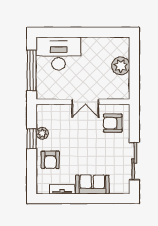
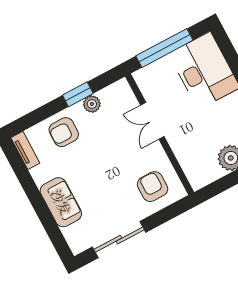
double door: (85, 102) -> (152, 121), moved
tv unit: (62, 189) -> (25, 150), moved

